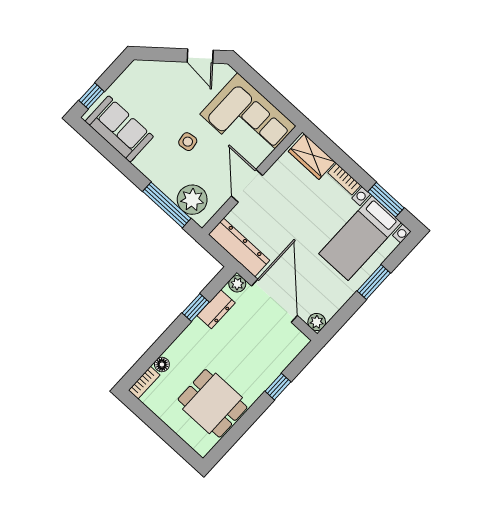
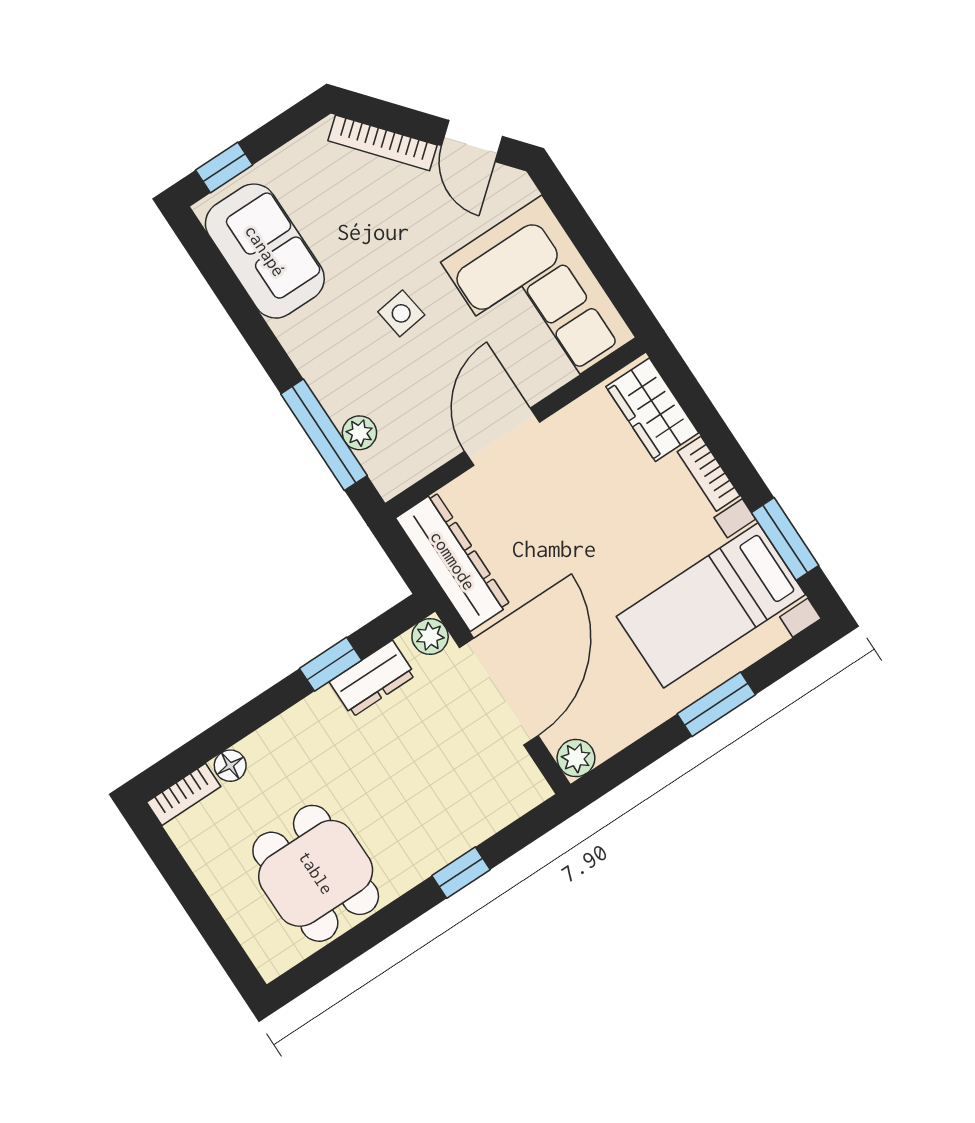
bookcase: (160, 67) -> (383, 143), added
plant: (192, 200) -> (359, 433), width x0.53, depth x0.53

